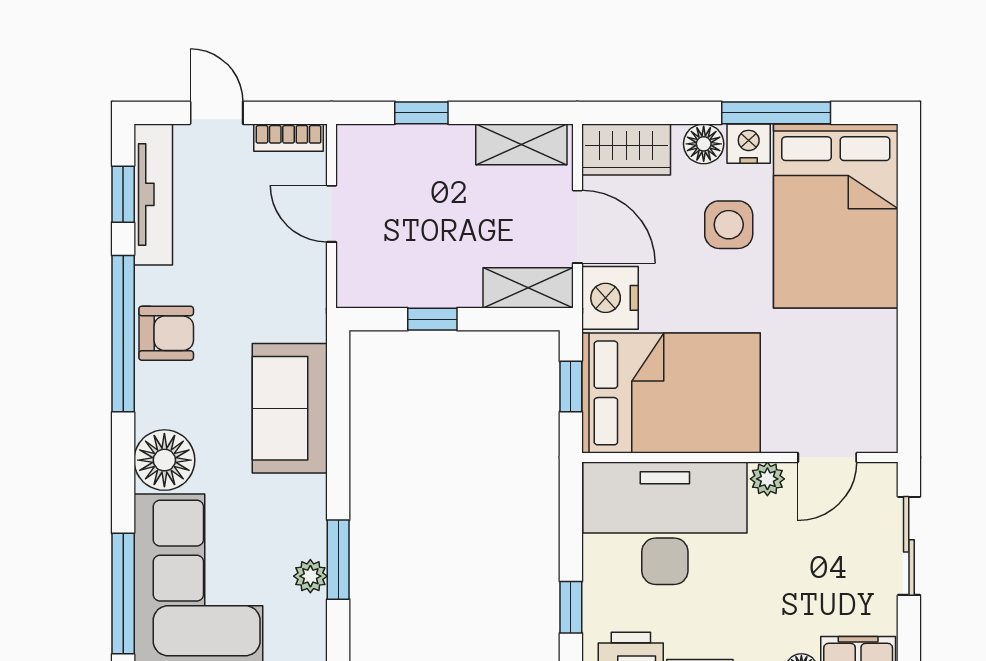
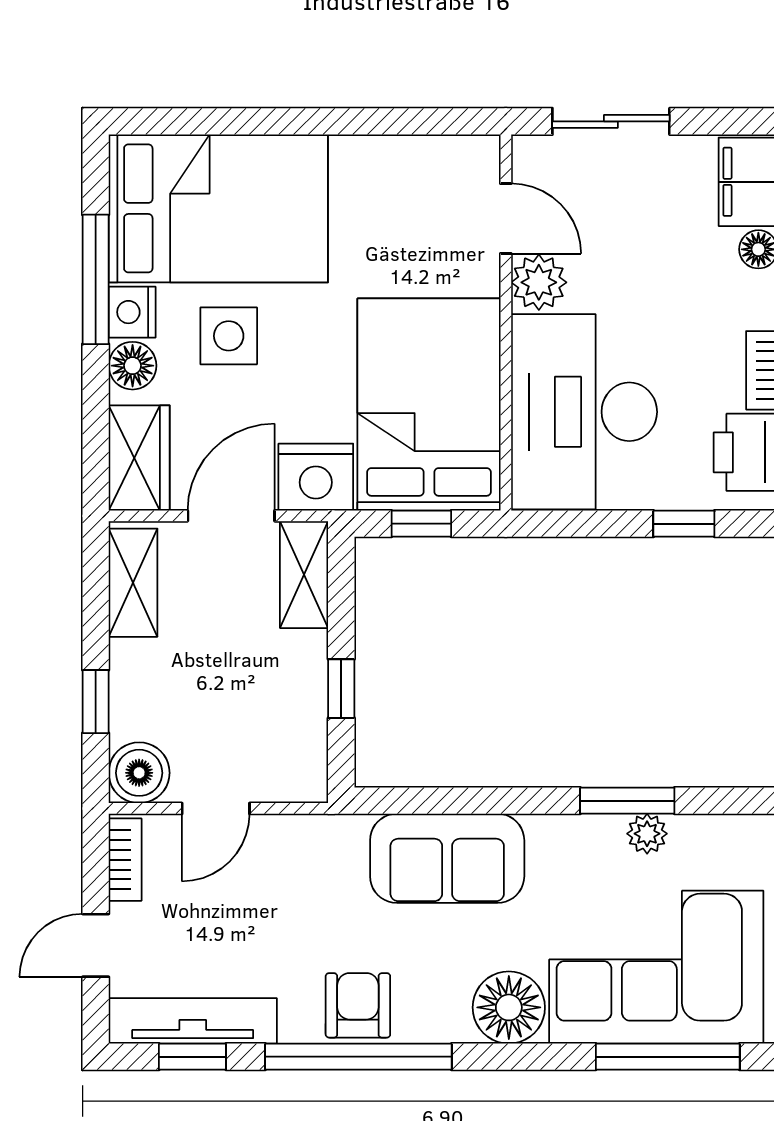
boiler: (362, 149) -> (139, 773), added
plant: (767, 479) -> (539, 282), width x1.38, depth x1.38

